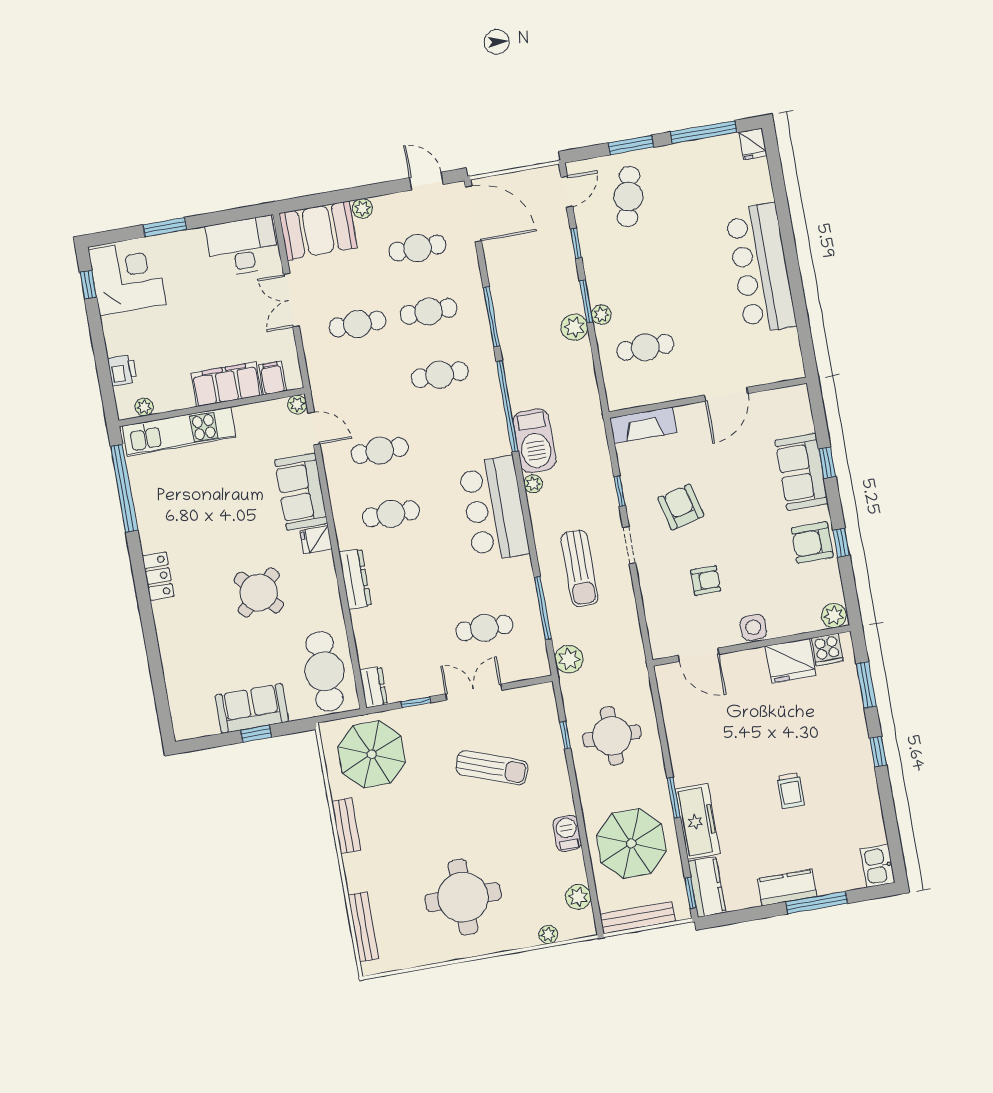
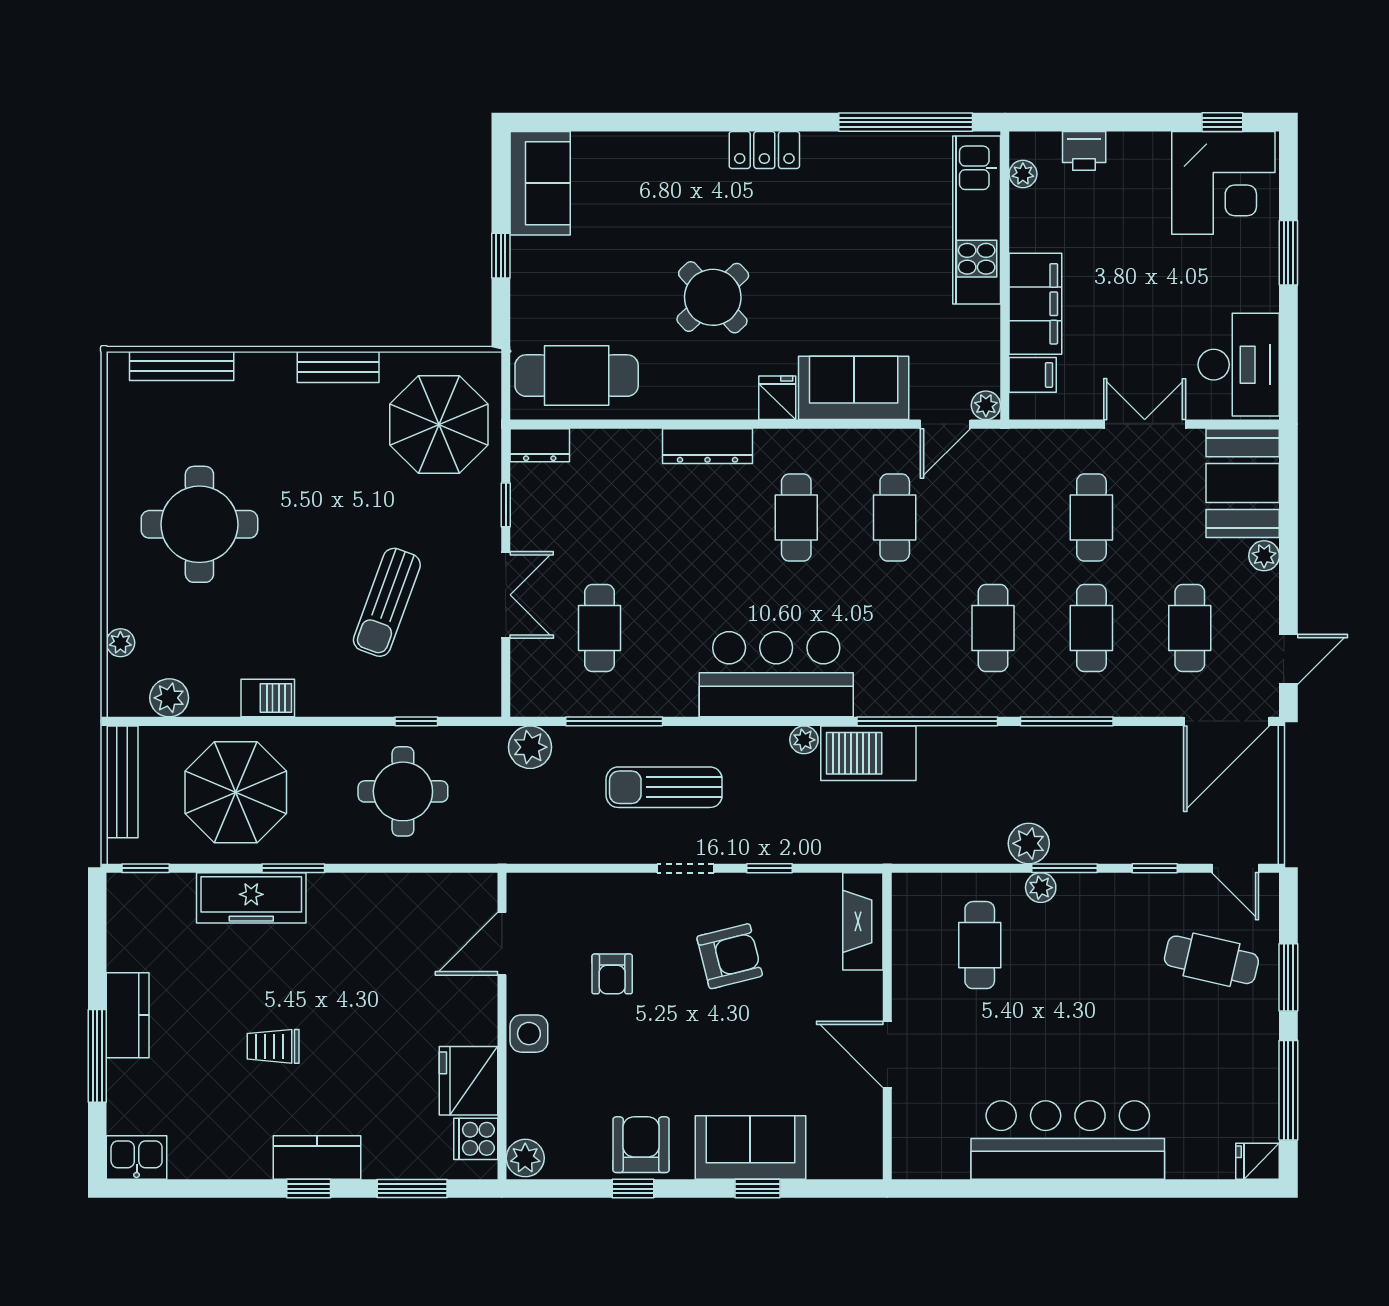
sofa: (252, 708) -> (540, 183), moved
kitchen counter: (707, 887) -> (317, 1158), moved, turned 180

